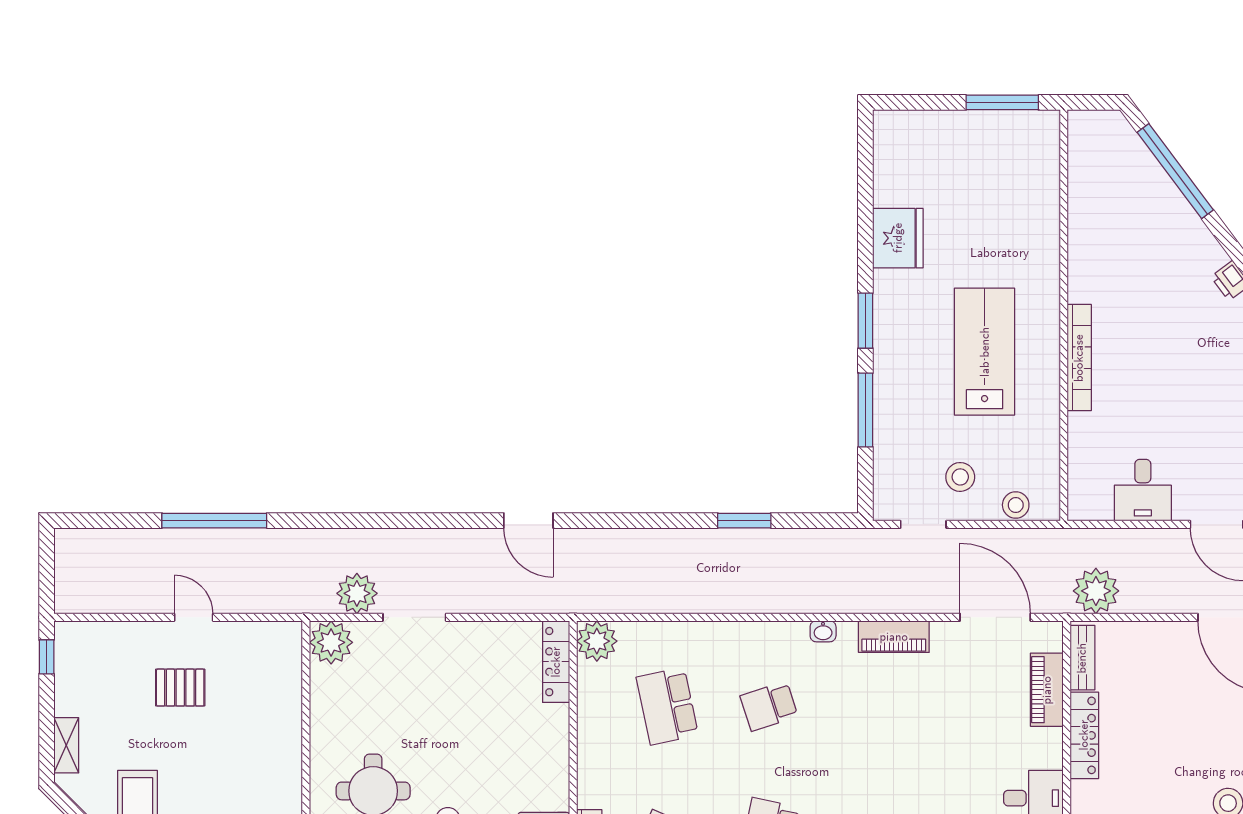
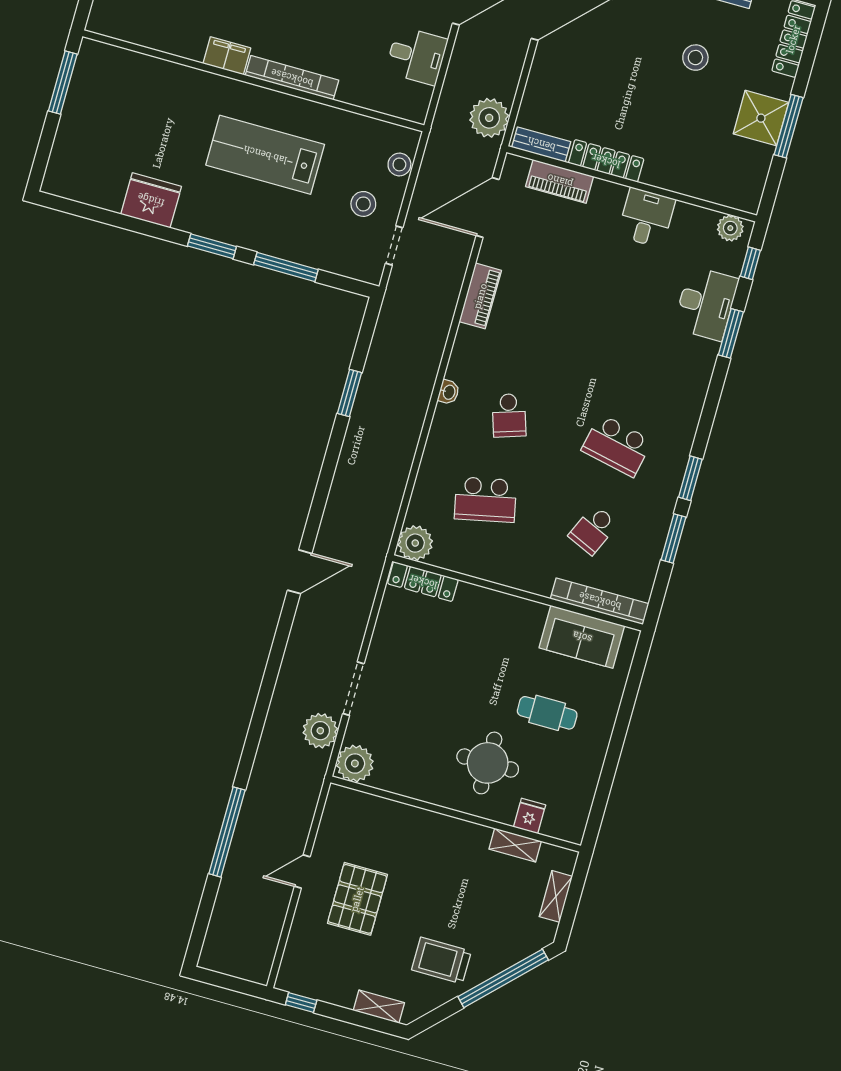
filing cabinet: (1083, 278) -> (227, 56), added
washbasin: (823, 631) -> (449, 392), moved
pallet: (180, 688) -> (357, 899), width x1.50, depth x1.42

